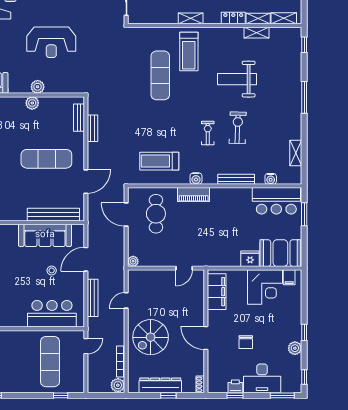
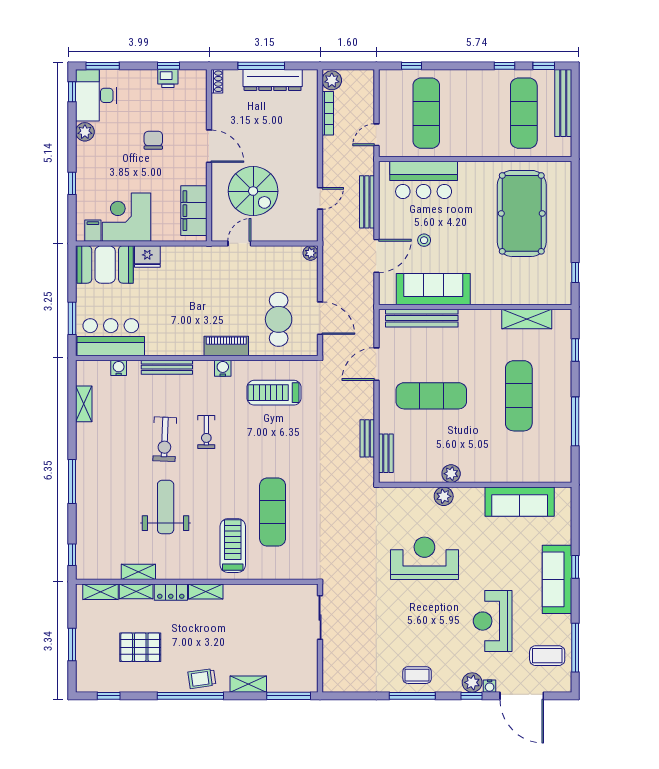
shelving: (191, 18) -> (206, 591), moved
weight bench: (237, 79) -> (166, 507), turned -90
treadmill: (159, 161) -> (274, 393), turned 180
window: (304, 332) -> (72, 183), moved
spiral stairs: (151, 337) -> (253, 191), moved, turned 90
desk: (262, 378) -> (96, 95), moved, turned -90
window: (168, 395) -> (261, 66), width x2.17

